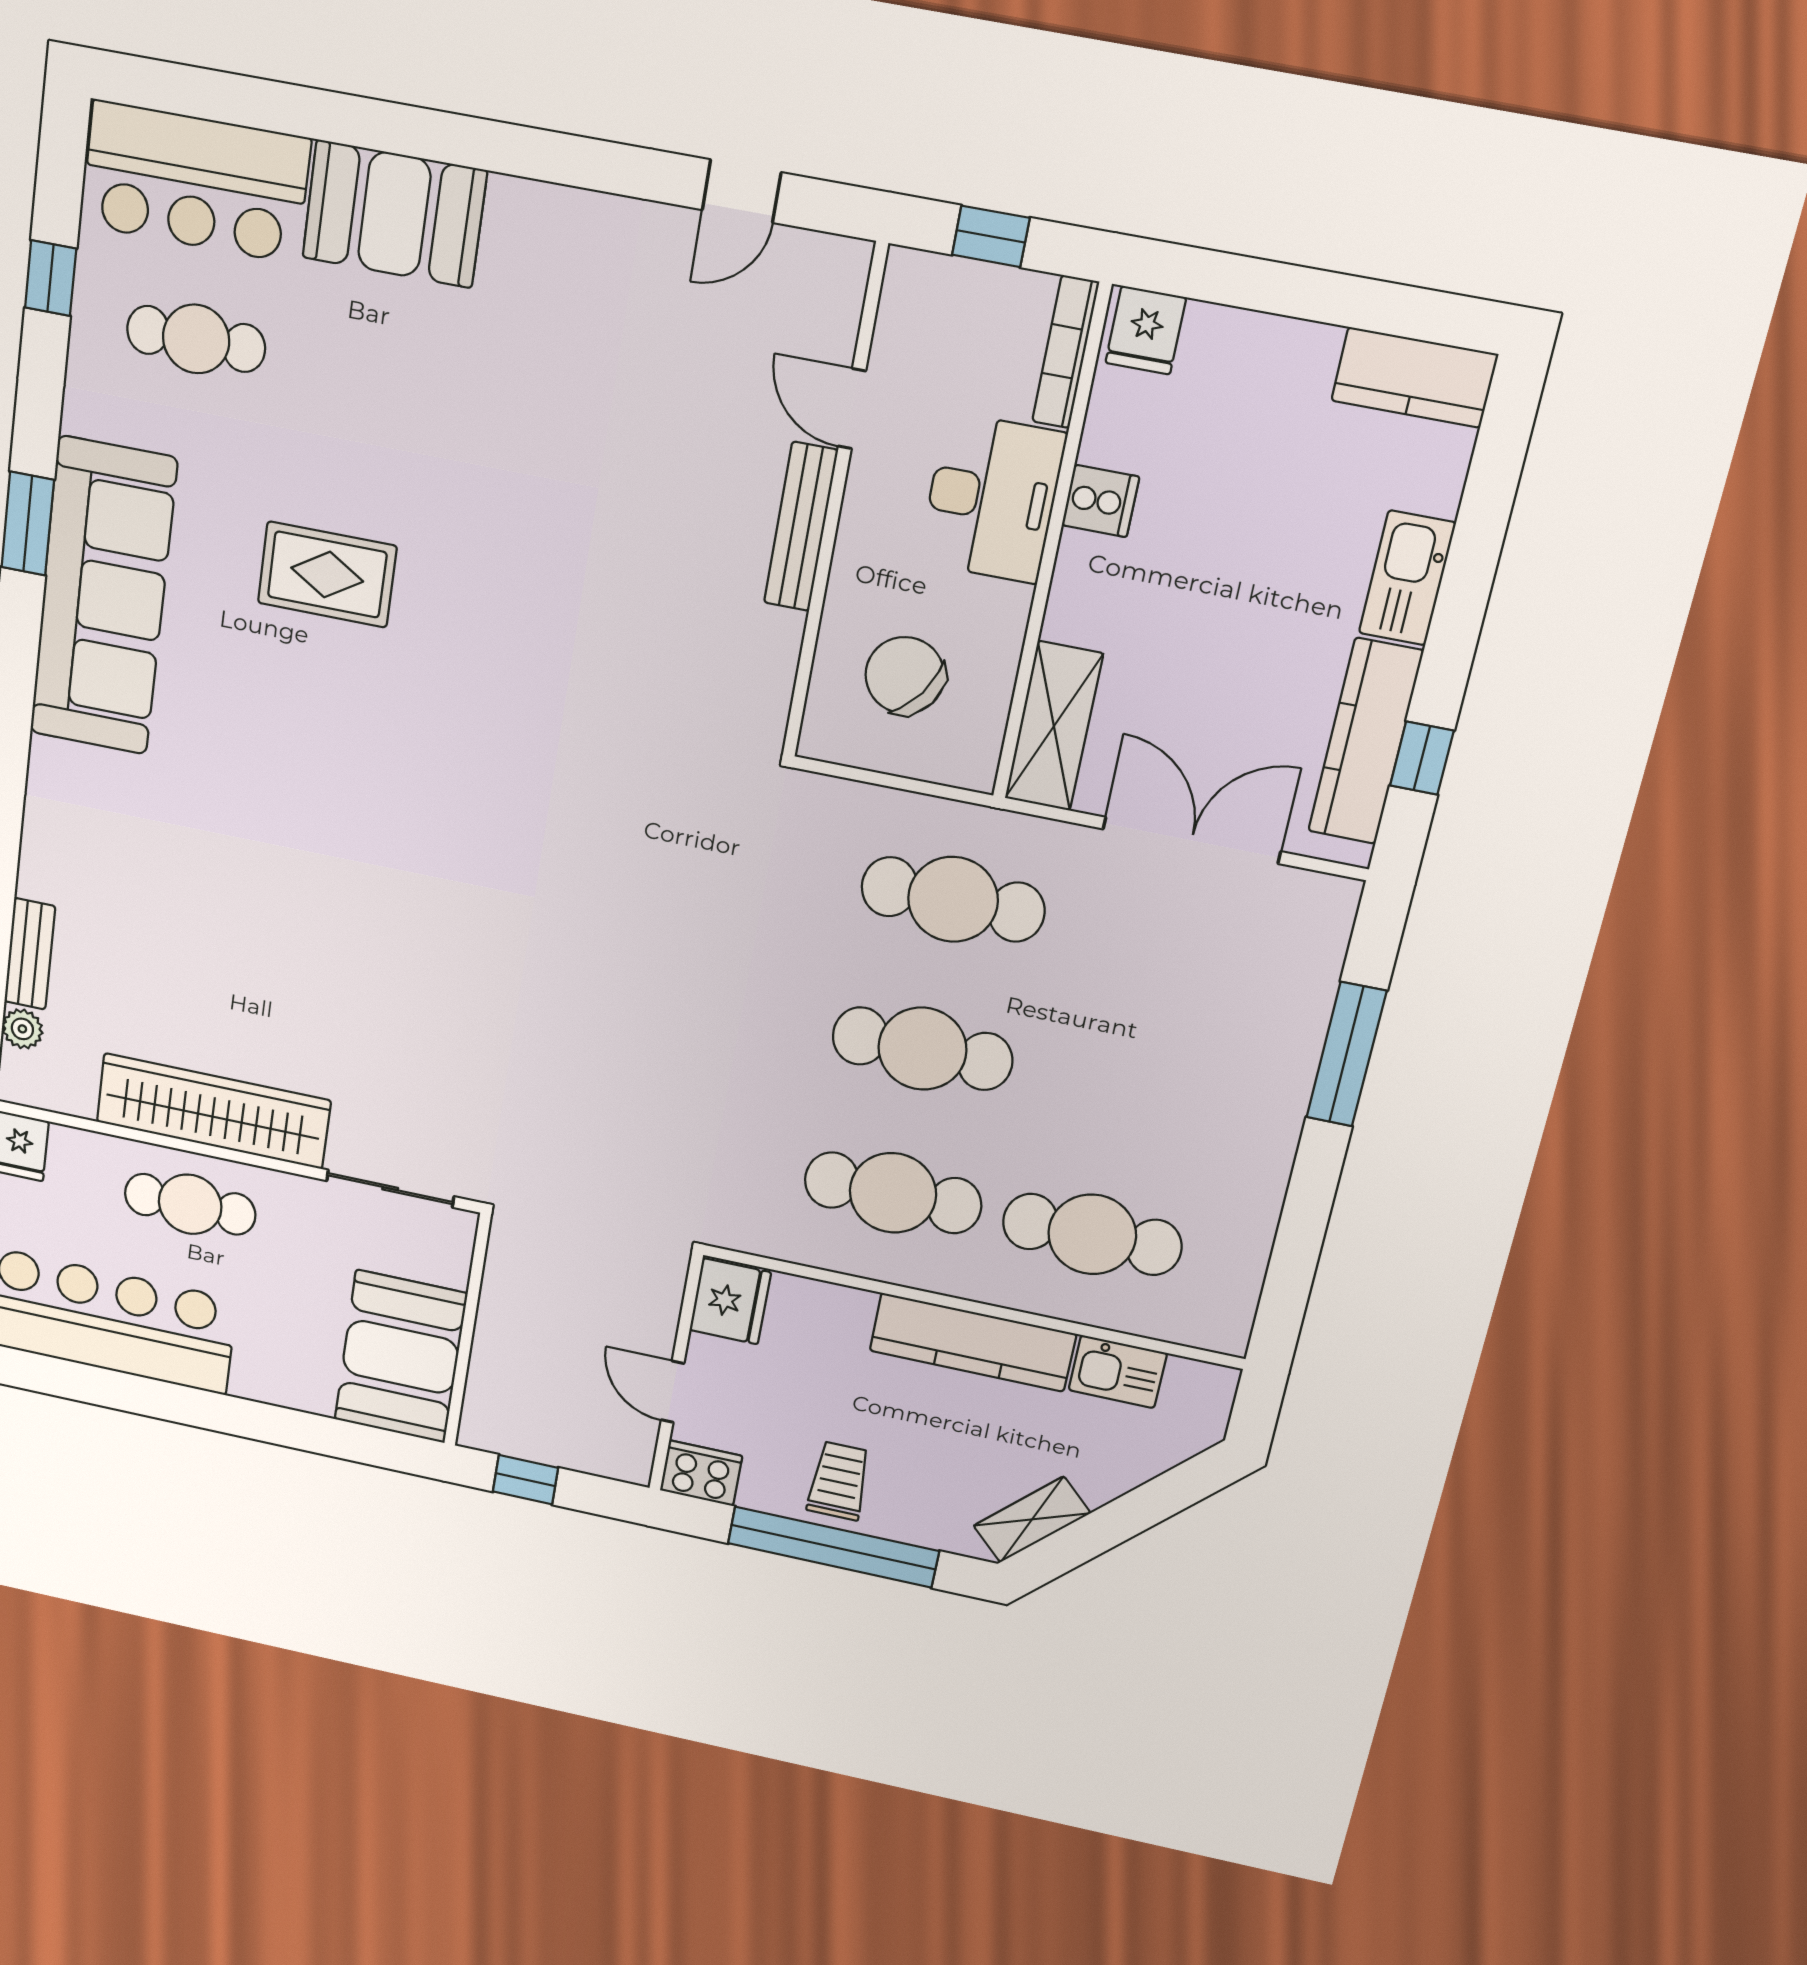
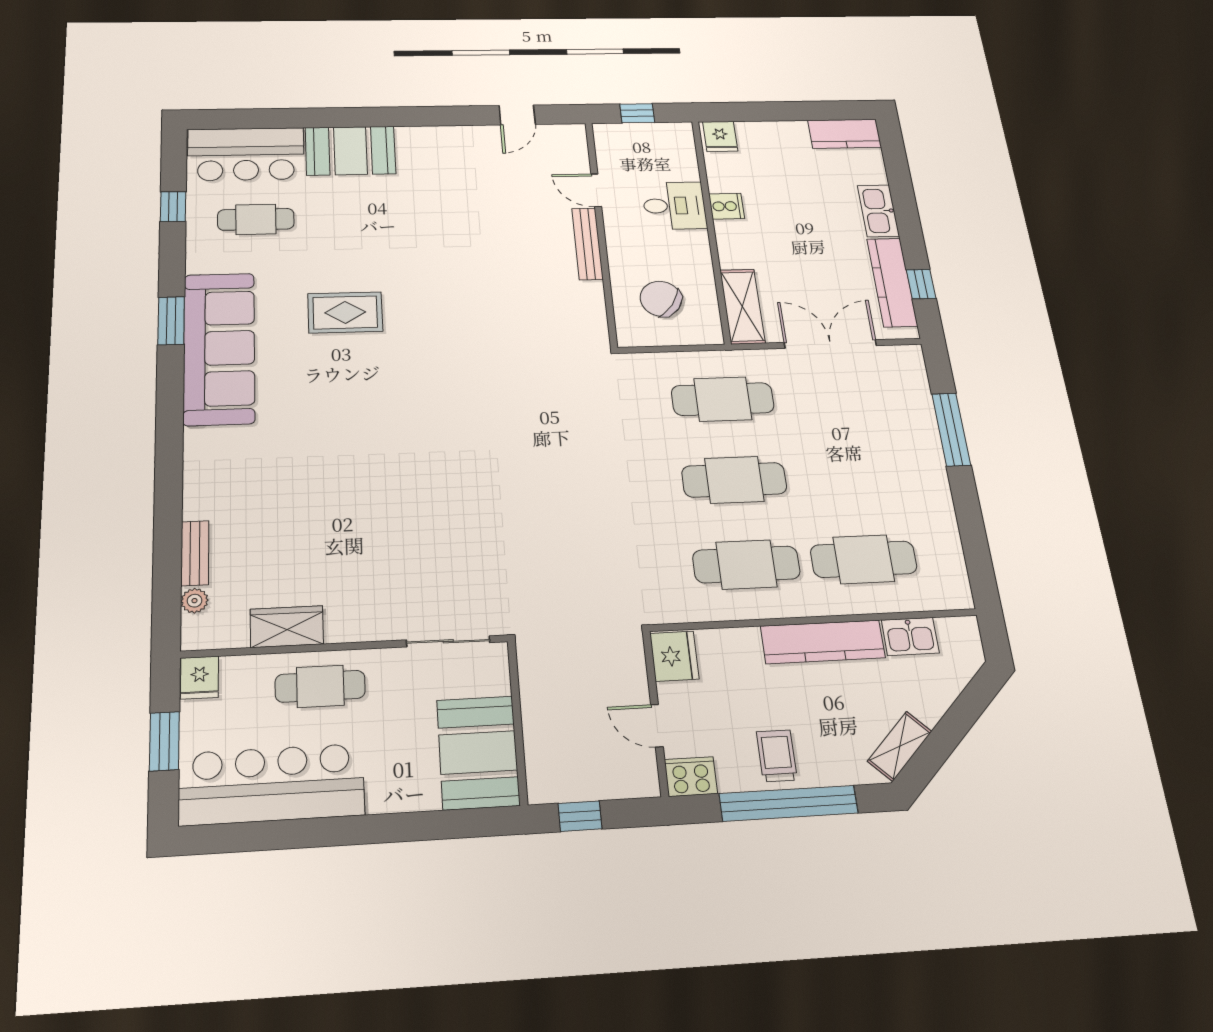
bookcase: (1066, 352) -> (687, 151), removed
desk: (992, 498) -> (674, 206), width x0.73
wardrobe: (213, 1111) -> (287, 627), width x0.48, depth x0.85

